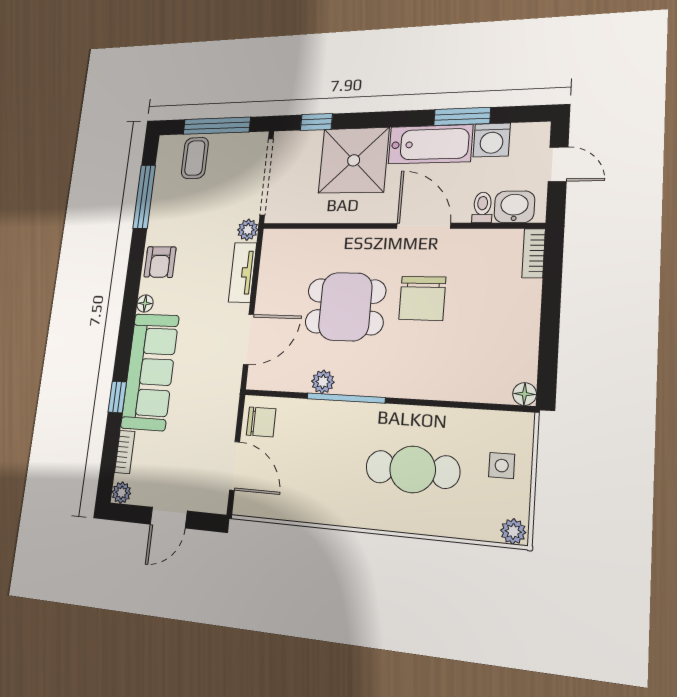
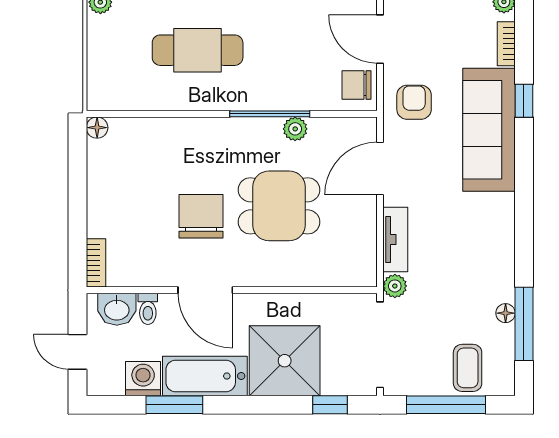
armchair: (160, 262) -> (414, 102), moved
floor lamp: (145, 303) -> (506, 313), moved
side table: (502, 466) -> (114, 60), removed

